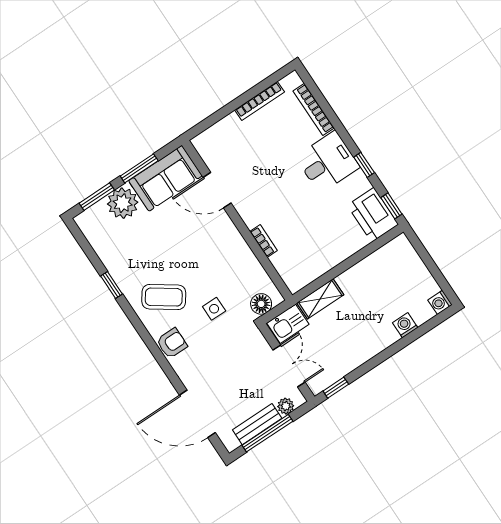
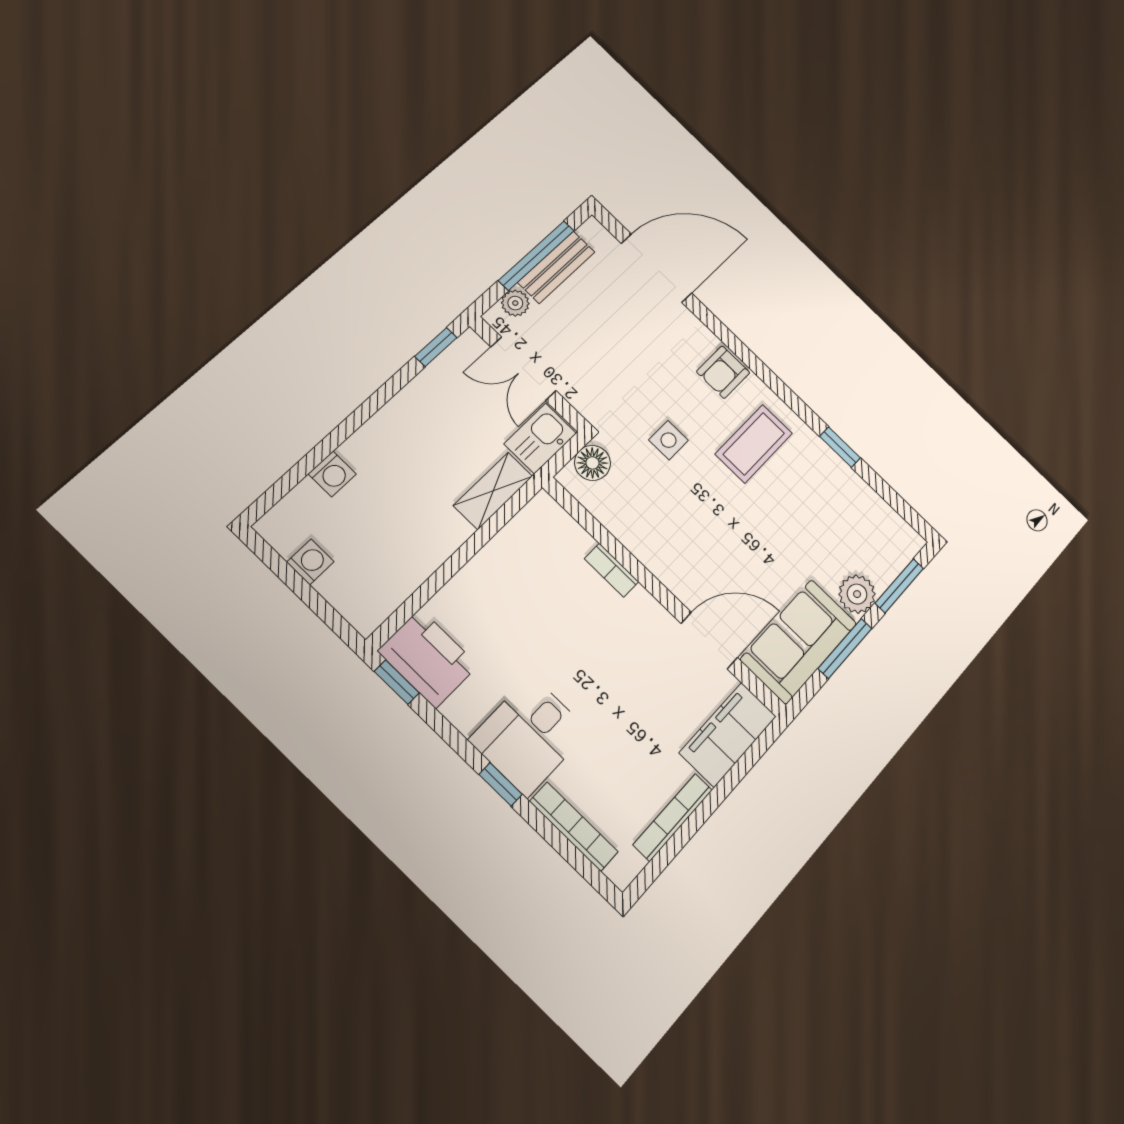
filing cabinet: (219, 137) -> (728, 734), added
window: (364, 165) -> (501, 784), moved
plant: (123, 203) -> (857, 594), width x0.73, depth x0.73
coffee table: (164, 297) -> (754, 444), turned -35
washing machine: (440, 302) -> (310, 562), moved

